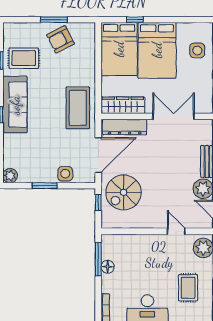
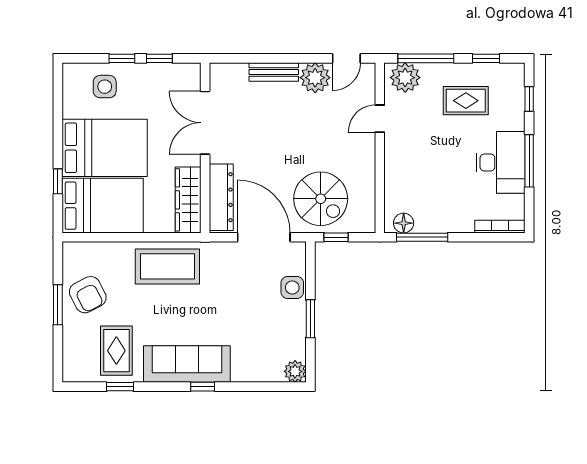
coffee table: (78, 108) -> (167, 266), moved
floor lamp: (108, 267) -> (404, 223), moved

